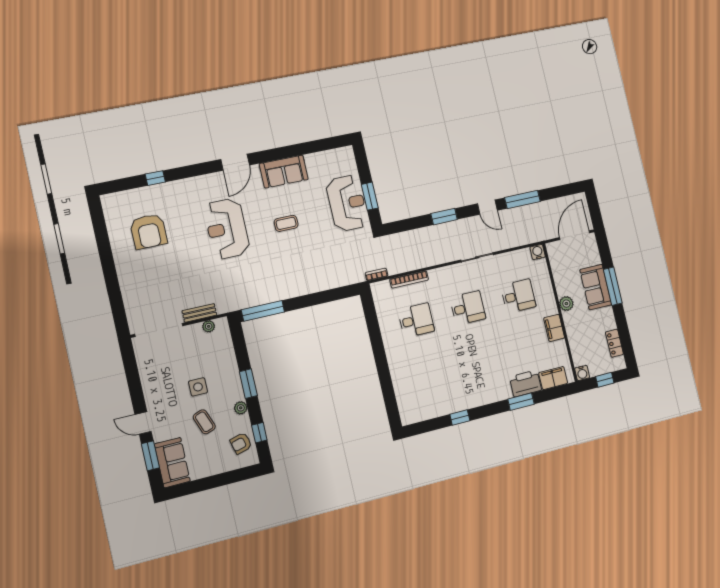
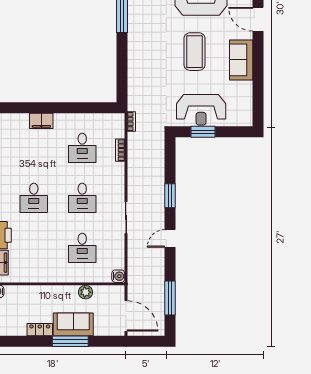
window: (522, 199) -> (170, 298), moved
coffee table: (286, 223) -> (194, 52), width x1.86, depth x1.72
bookcase: (409, 279) -> (120, 150), width x0.64
plant: (566, 304) -> (86, 292), moved
filing cabinet: (554, 328) -> (41, 121), moved, turned 180
locker: (614, 343) -> (40, 330), moved
desk: (480, 359) -> (34, 198), added

